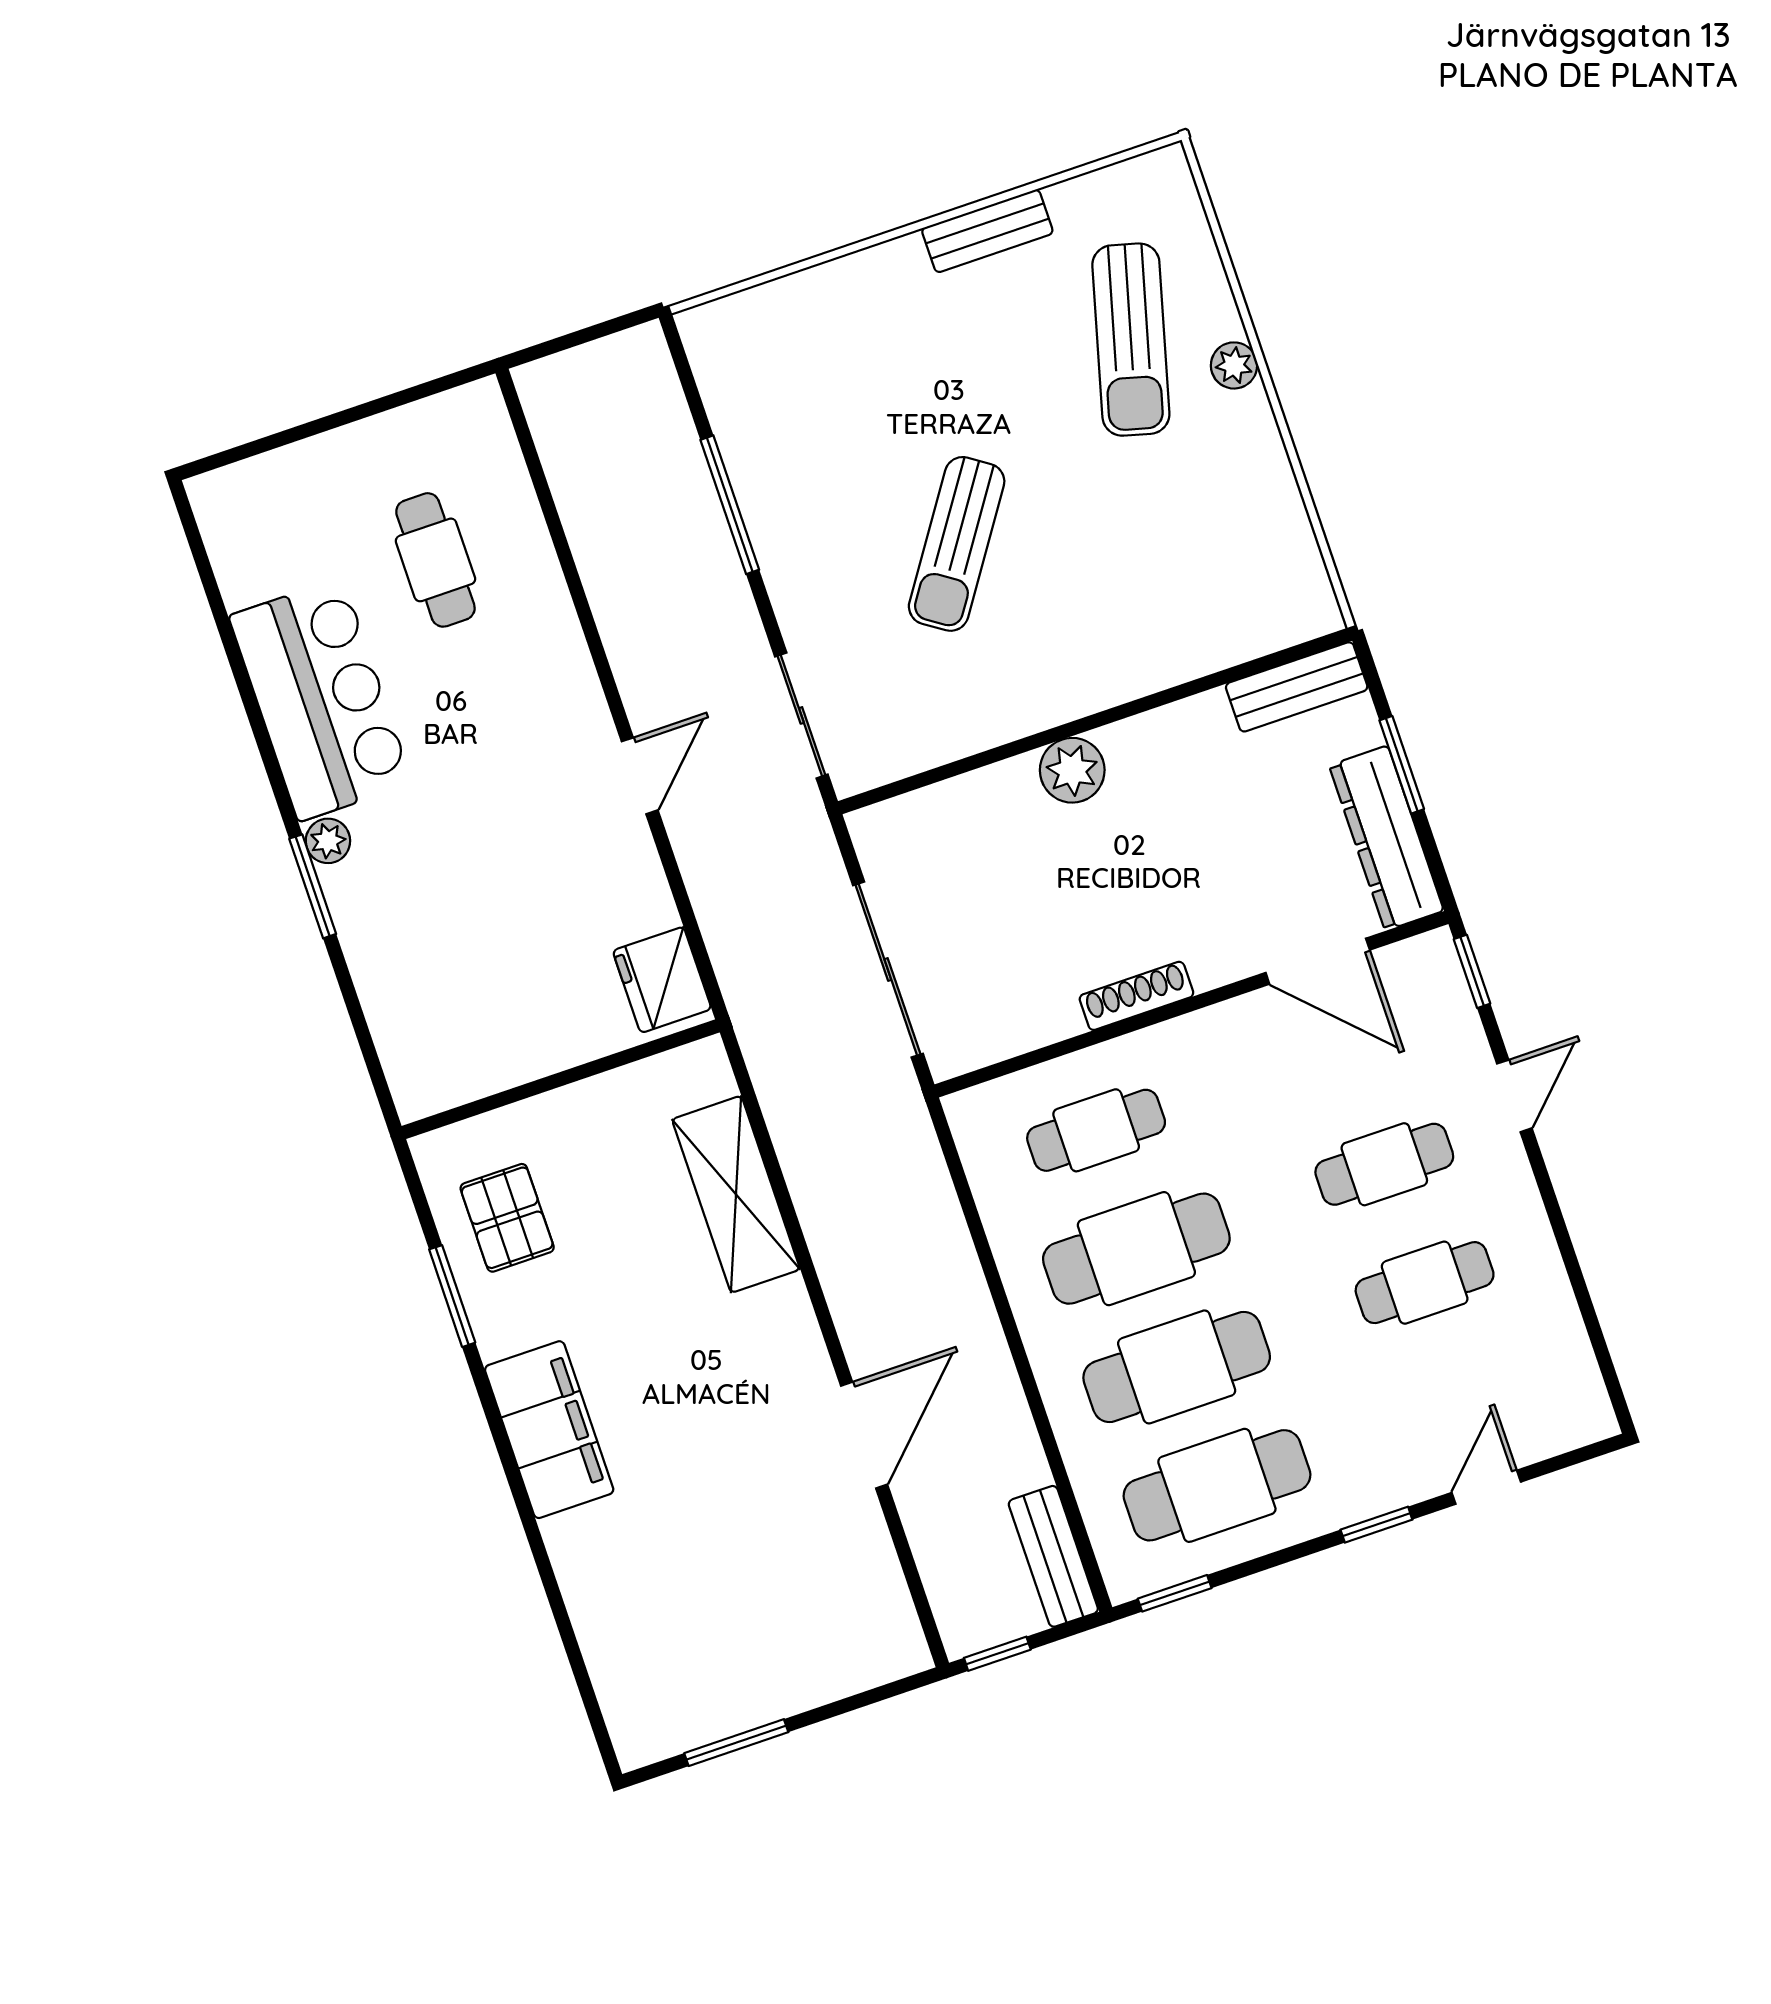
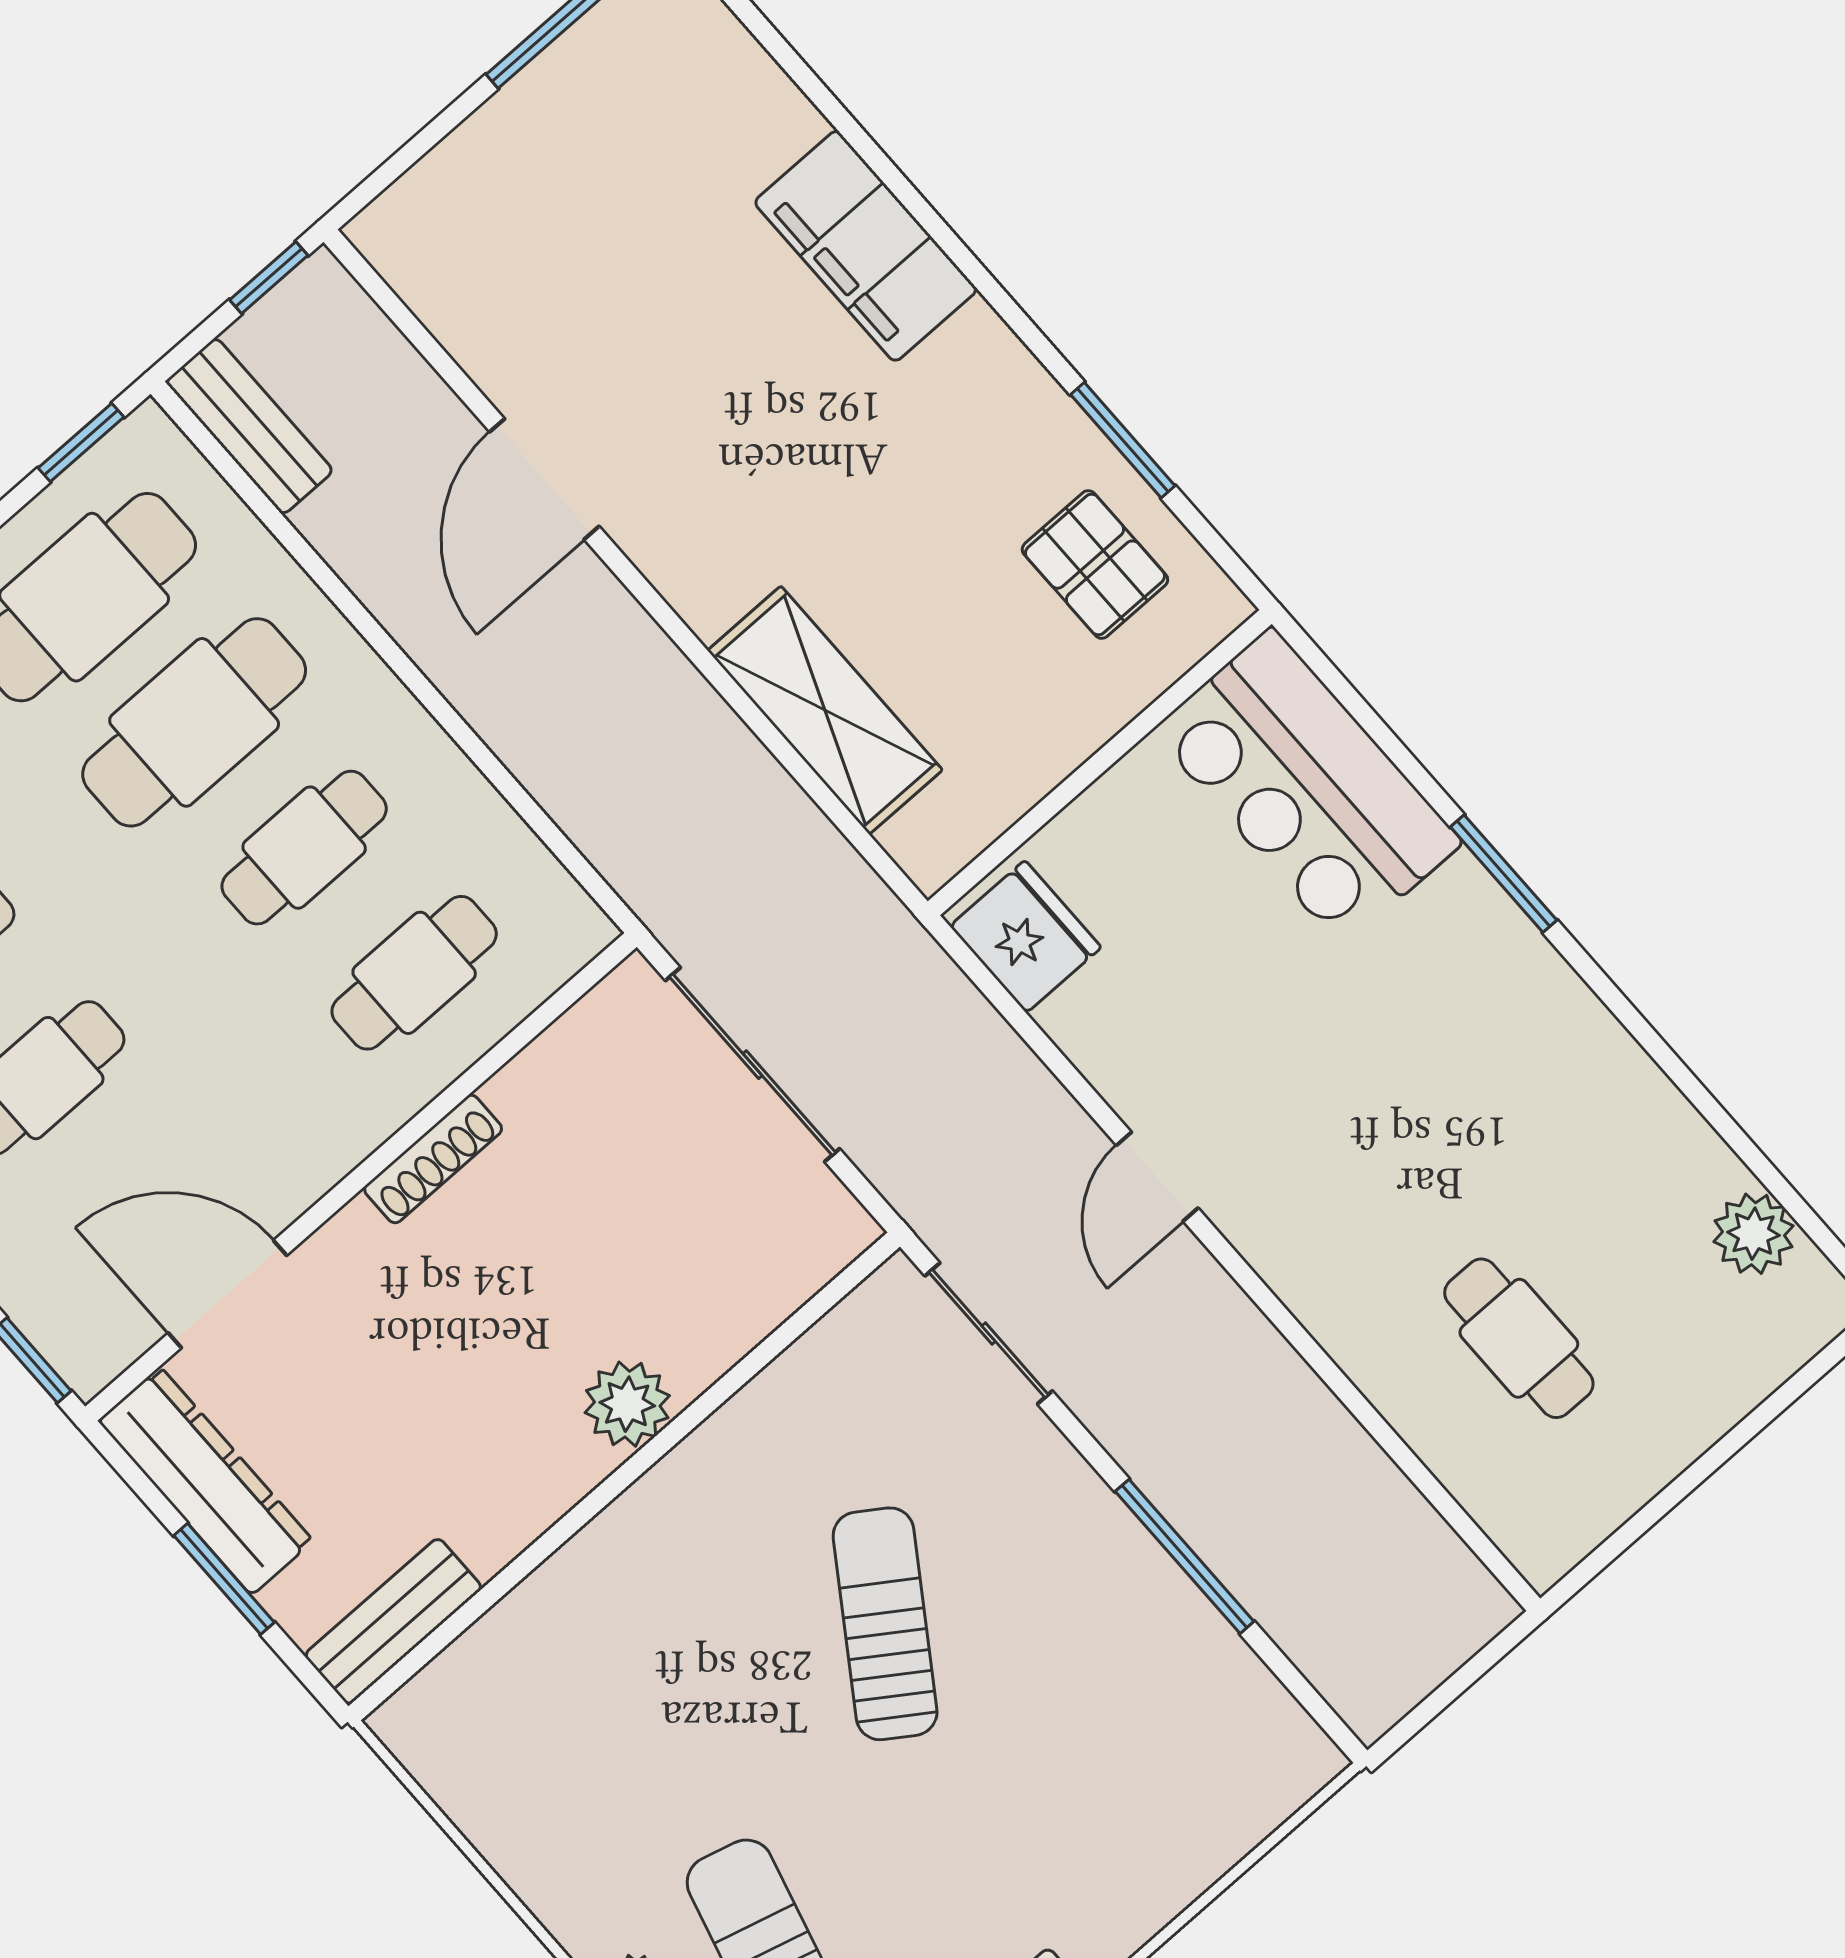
bar counter: (321, 700) -> (1307, 787), moved
plant: (328, 841) -> (1753, 1234), moved, width x1.38, depth x1.38
cafe table: (1136, 1249) -> (304, 848), width x0.73, depth x0.74
filing cabinet: (549, 1430) -> (866, 246), moved

